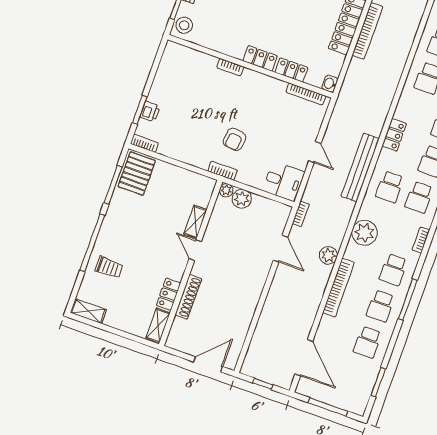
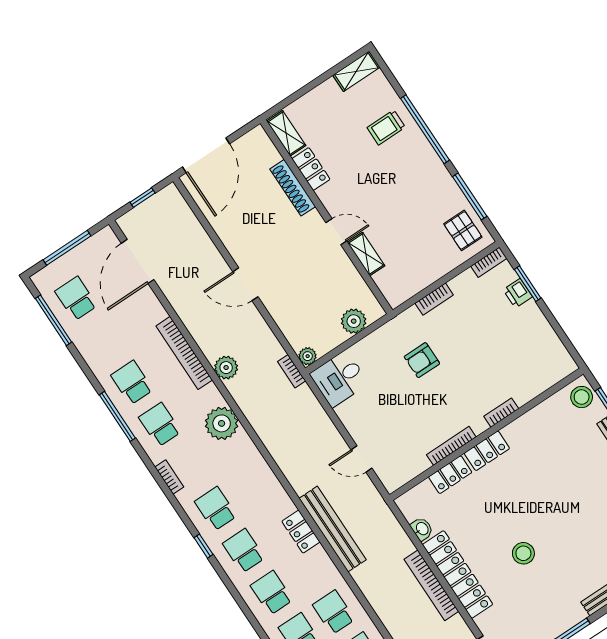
washbasin: (330, 84) -> (422, 529), moved
bookcase: (306, 94) -> (451, 446), moved
armchair: (234, 139) -> (422, 360), turned -97
door: (315, 152) -> (361, 459), moved
bench: (360, 168) -> (333, 529), moved
bookcase: (223, 171) -> (434, 299), moved
pallet: (137, 174) -> (463, 230), width x0.67, depth x0.71
school desk: (390, 187) -> (250, 486), removed
plant: (226, 190) -> (308, 356), moved
door: (281, 249) -> (245, 284), moved
school desk: (368, 342) -> (76, 298), moved
door: (304, 358) -> (138, 261), hinge flipped
door: (208, 364) -> (206, 155), width x1.36
window: (378, 382) -> (54, 320), width x1.44

